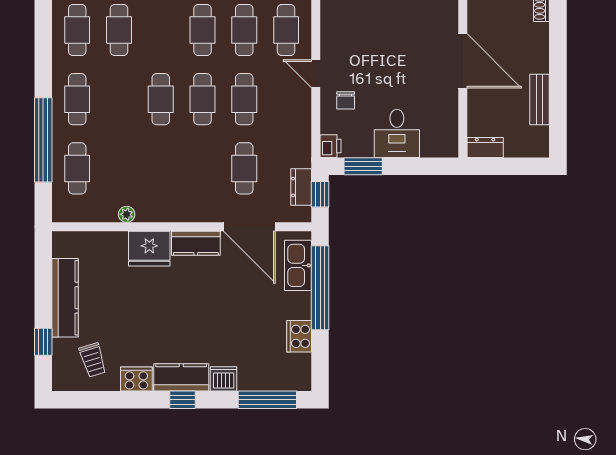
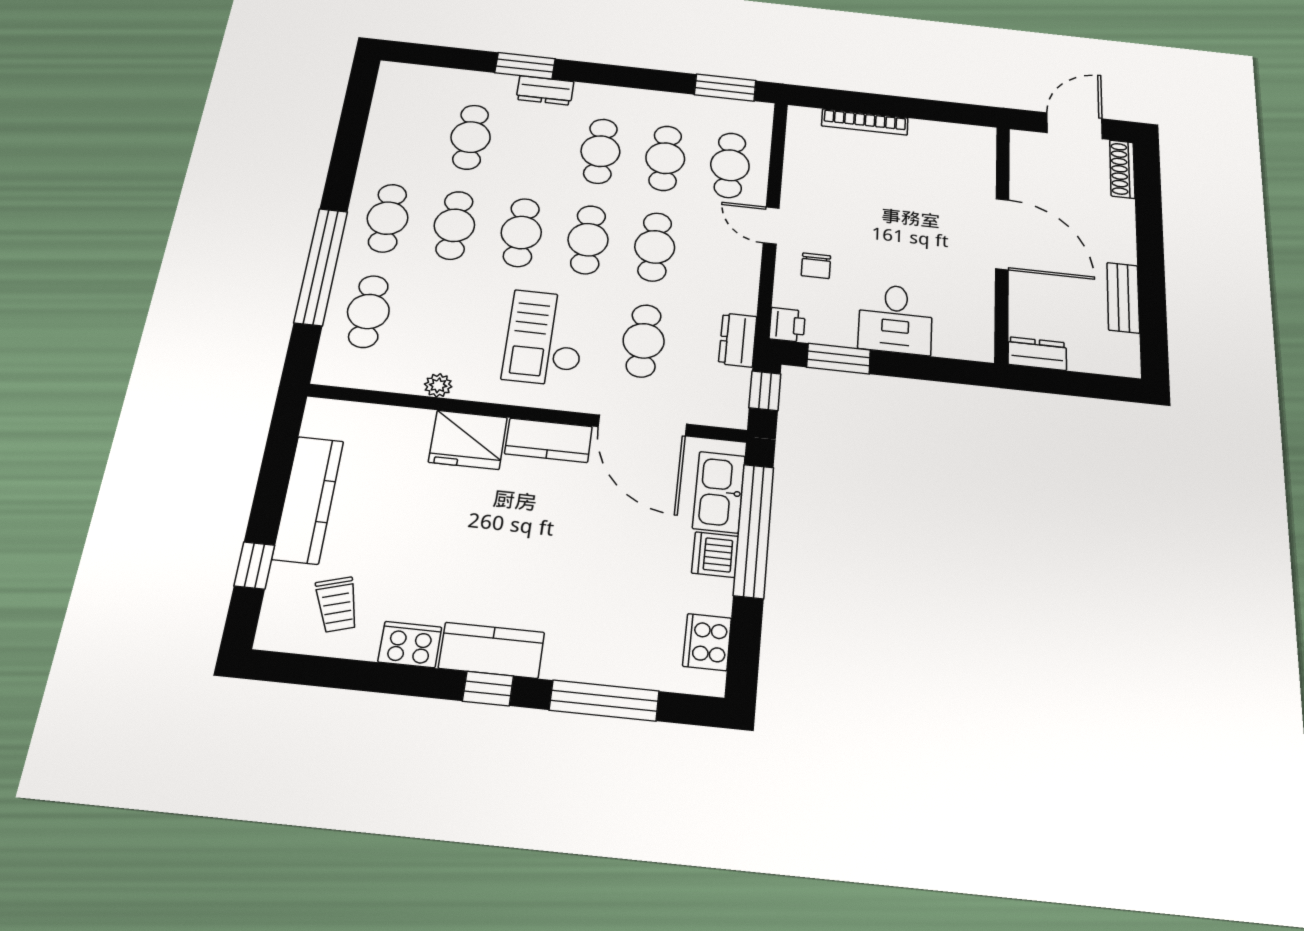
cafe table: (77, 30) -> (454, 225), moved
checkout: (185, 174) -> (545, 338), added
dresser: (301, 187) -> (738, 340), moved
cooker: (299, 336) -> (707, 642), moved
dishwasher: (224, 379) -> (715, 555), moved, turned -90
window: (267, 400) -> (604, 701), moved

